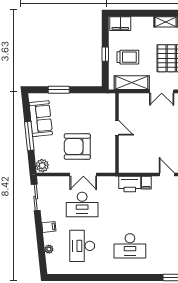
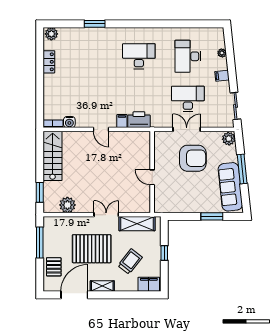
trolley: (128, 57) -> (130, 261), moved, turned 128
sofa: (41, 119) -> (230, 187), width x1.36
desk: (82, 246) -> (188, 56), turned 180

